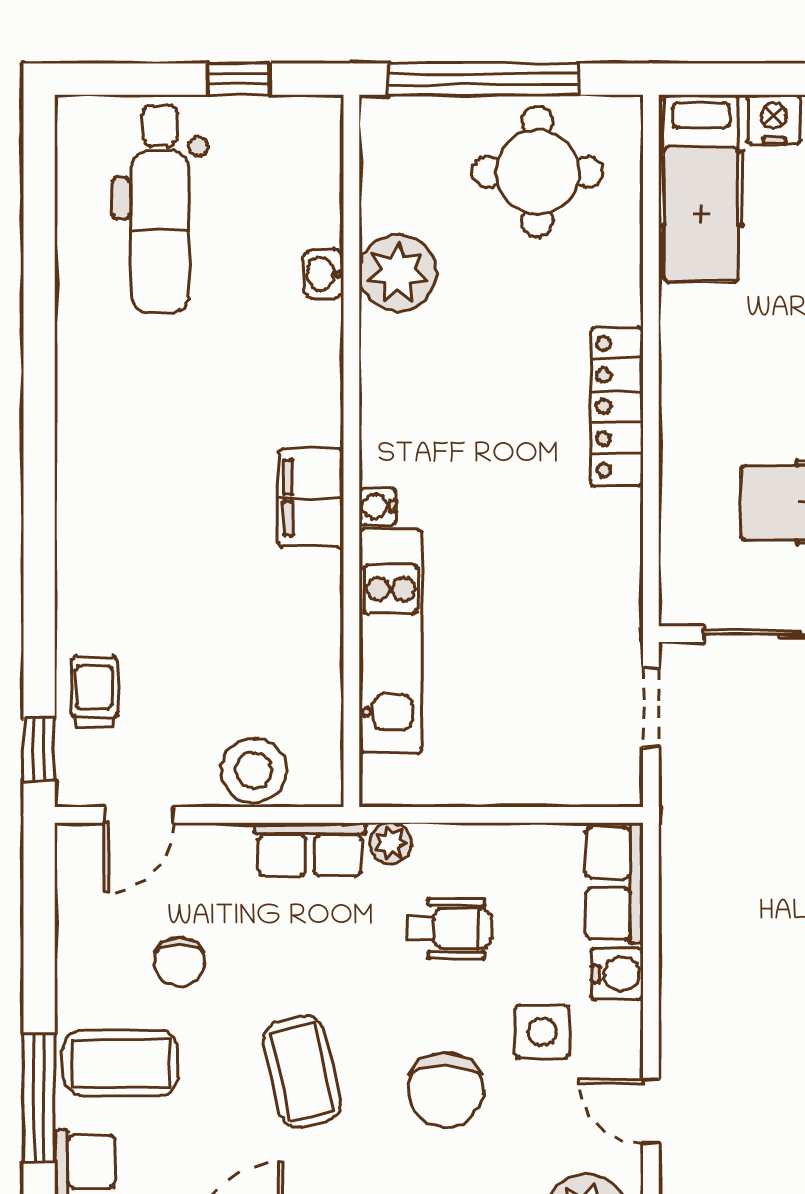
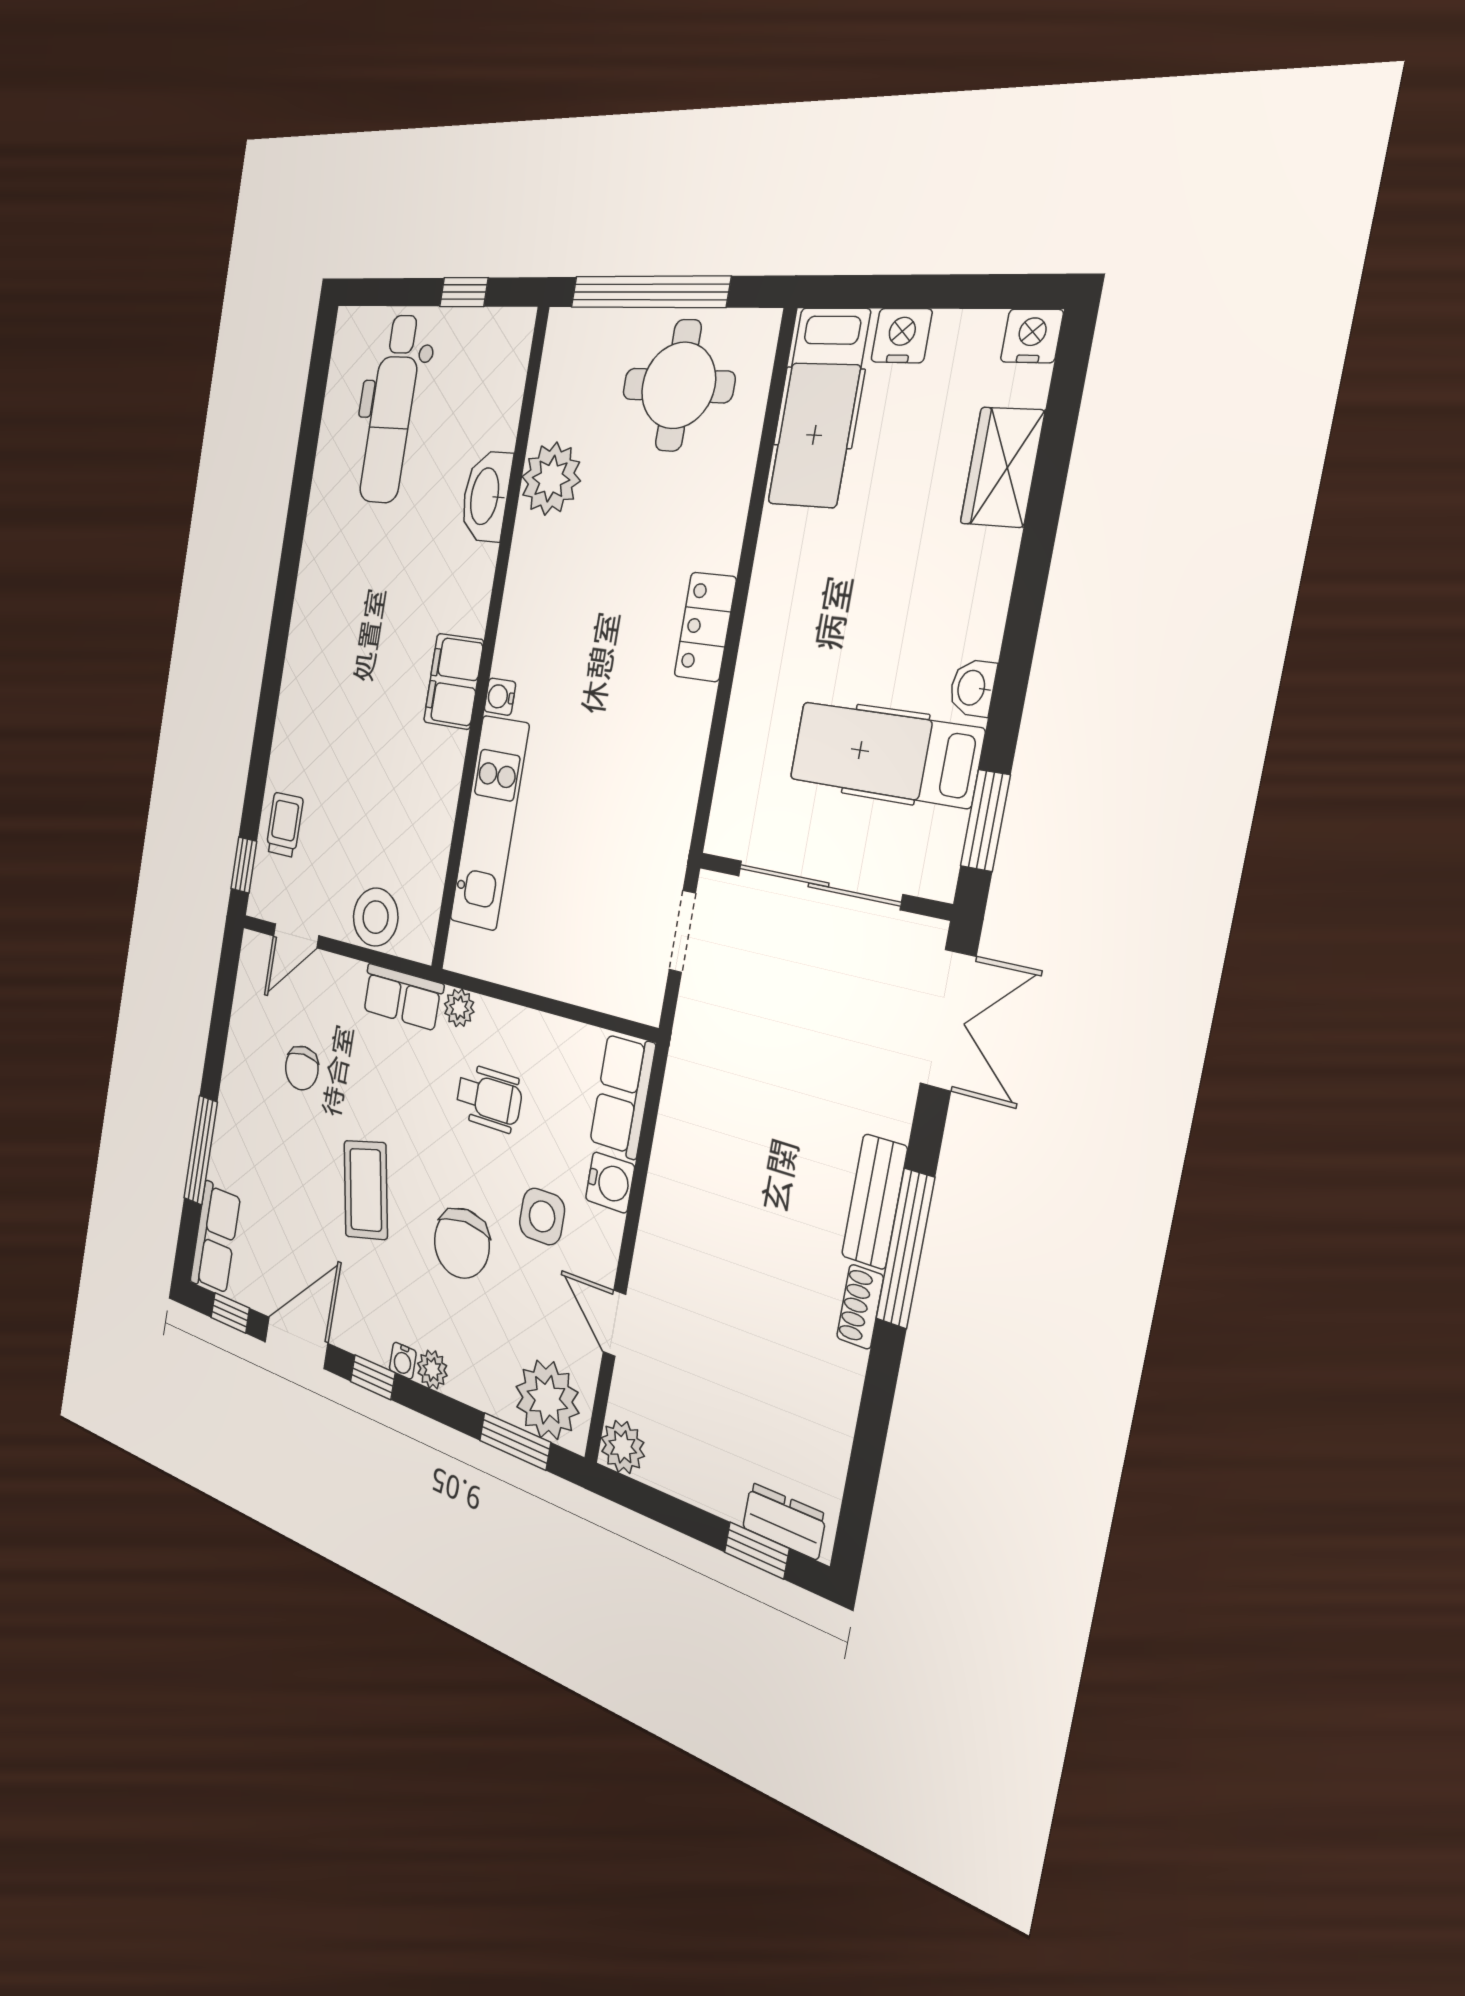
washbasin: (324, 274) -> (486, 496), width x1.91, depth x1.45
locker: (617, 407) -> (705, 627), width x0.66
coffee table: (121, 1063) -> (253, 1140), removed

